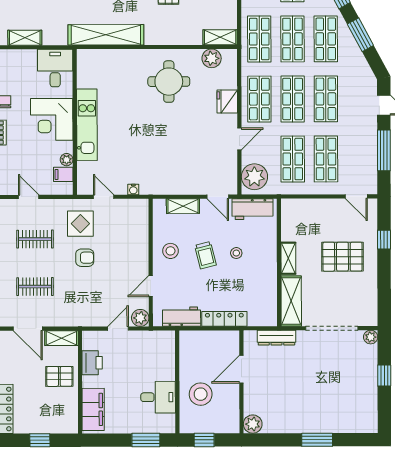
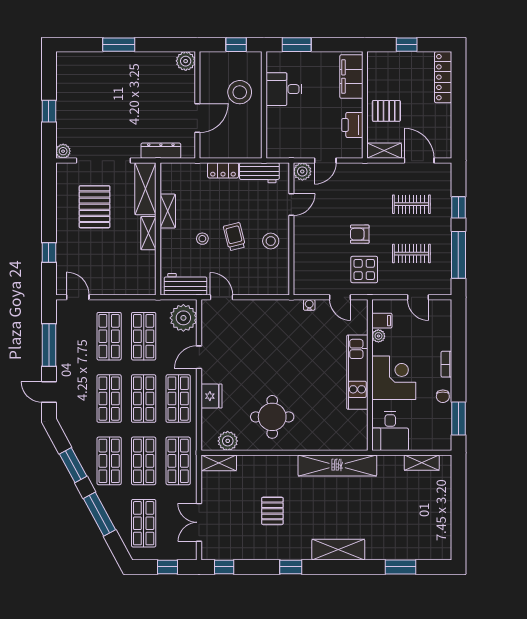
shelving: (183, 206) -> (168, 211), moved, turned 90
pallet: (342, 257) -> (95, 207), moved, turned 90
locker: (224, 319) -> (223, 170), width x0.66

